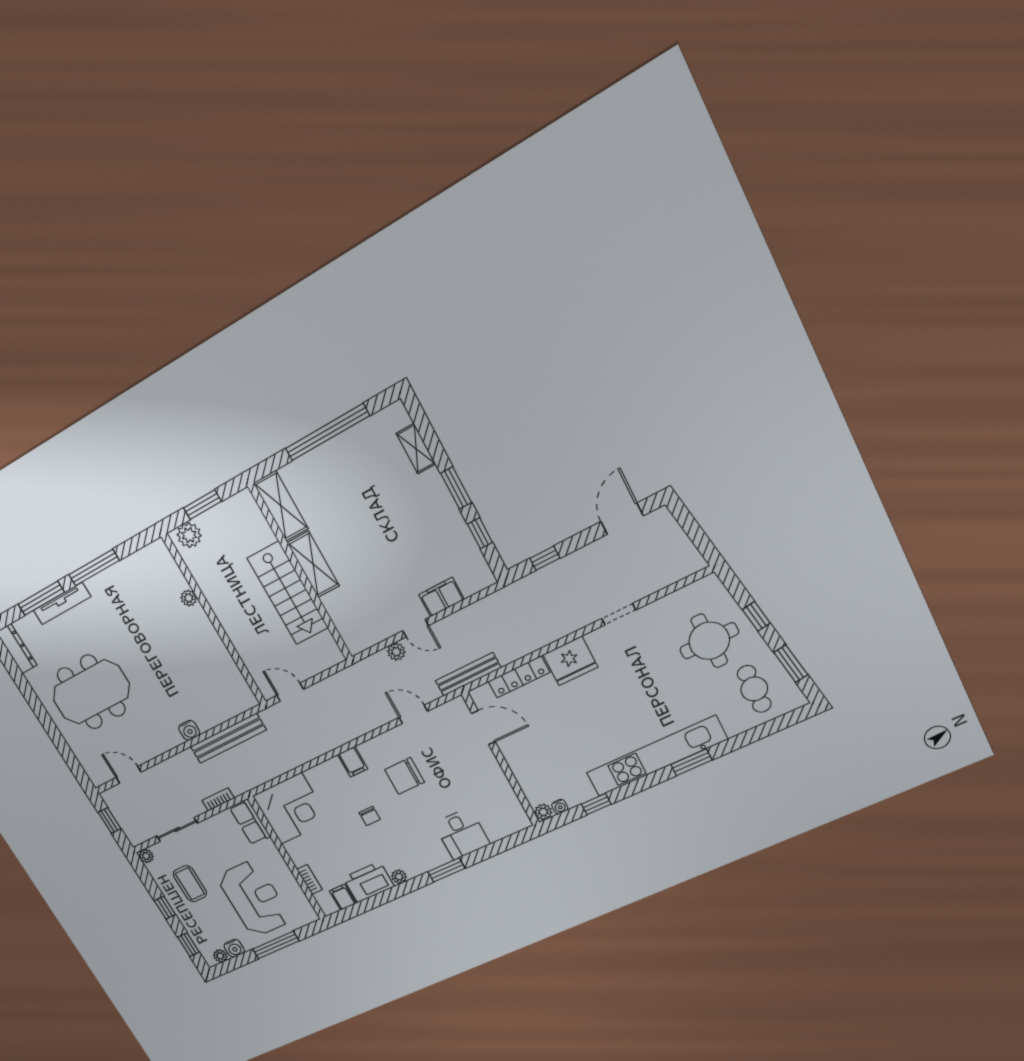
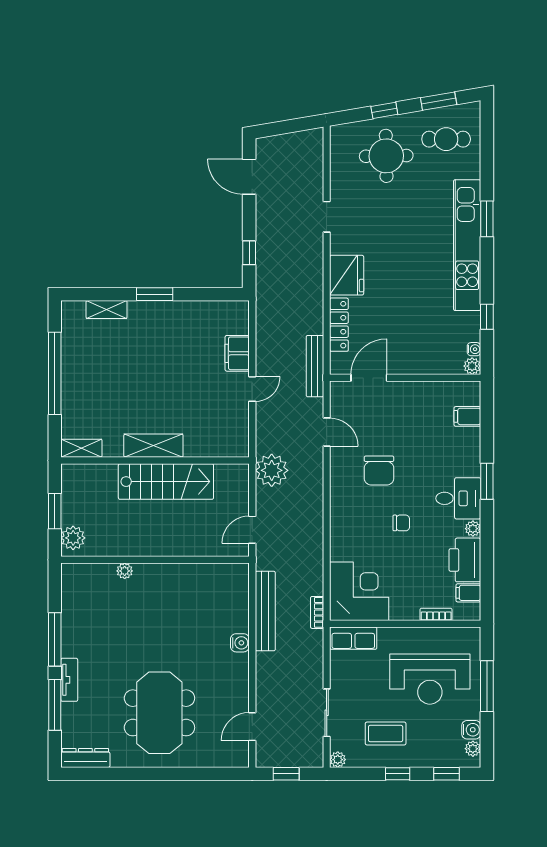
shelving: (281, 506) -> (81, 448), width x0.67, depth x0.75
window: (480, 533) -> (201, 294), removed
tv unit: (62, 603) -> (69, 680), width x0.71
plant: (396, 652) -> (272, 470), moved, width x1.87, depth x1.87
door: (413, 714) -> (327, 432), swing flipped
filing cabinet: (353, 762) -> (467, 416), moved, turned 180
bookcase: (218, 799) -> (317, 612), moved
desk: (462, 834) -> (458, 498), moved
reception desk: (254, 898) -> (430, 679), turned 180

